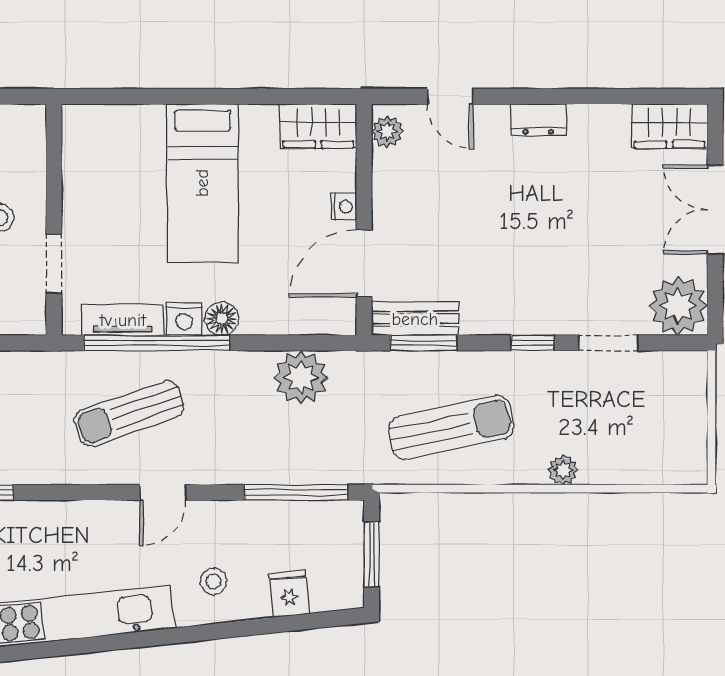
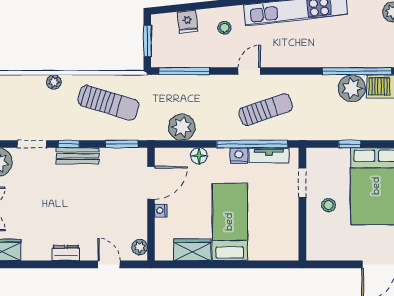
wardrobe: (318, 126) -> (192, 250), moved
floor lamp: (222, 319) -> (199, 156), moved
bench: (415, 319) -> (78, 156), moved
sun lounger: (451, 428) -> (108, 103), turned -151

